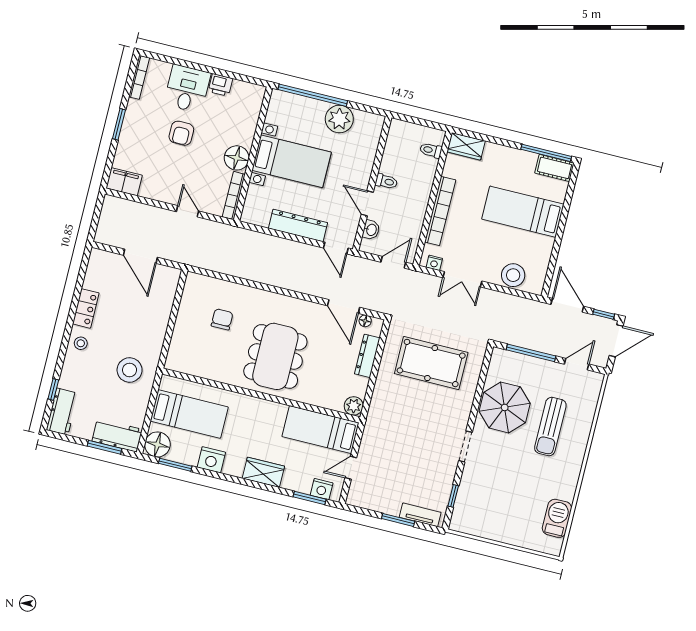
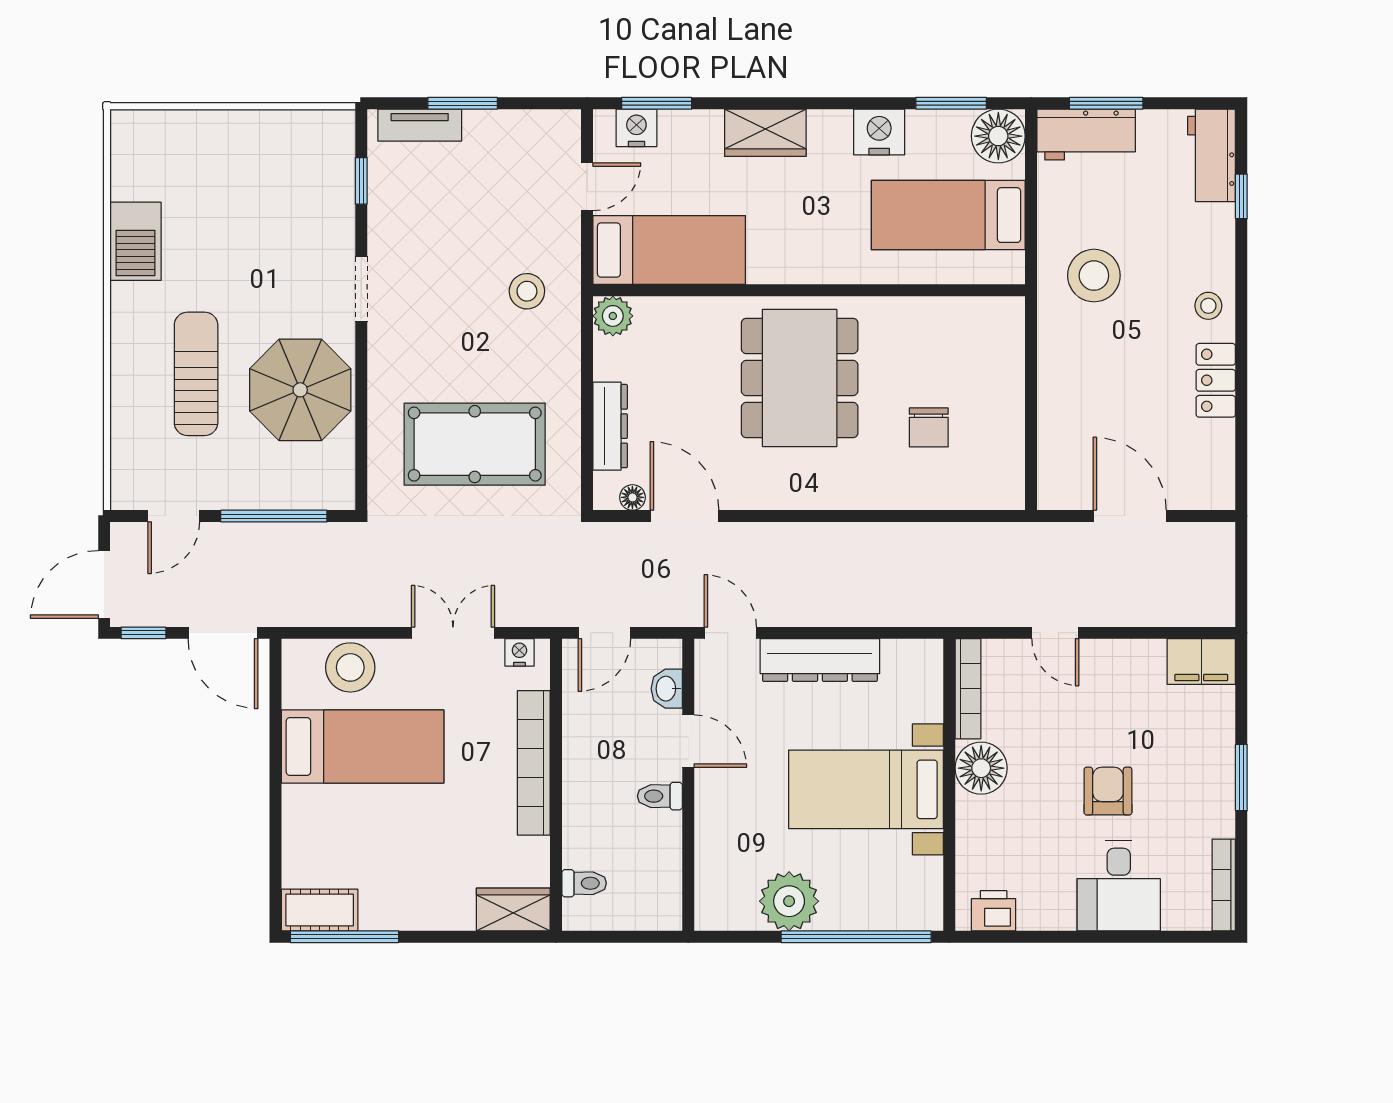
printer: (220, 85) -> (994, 911), moved
bed: (523, 212) -> (363, 747), moved
stool: (390, 427) -> (527, 291), added
barbecue: (557, 518) -> (136, 241), moved

